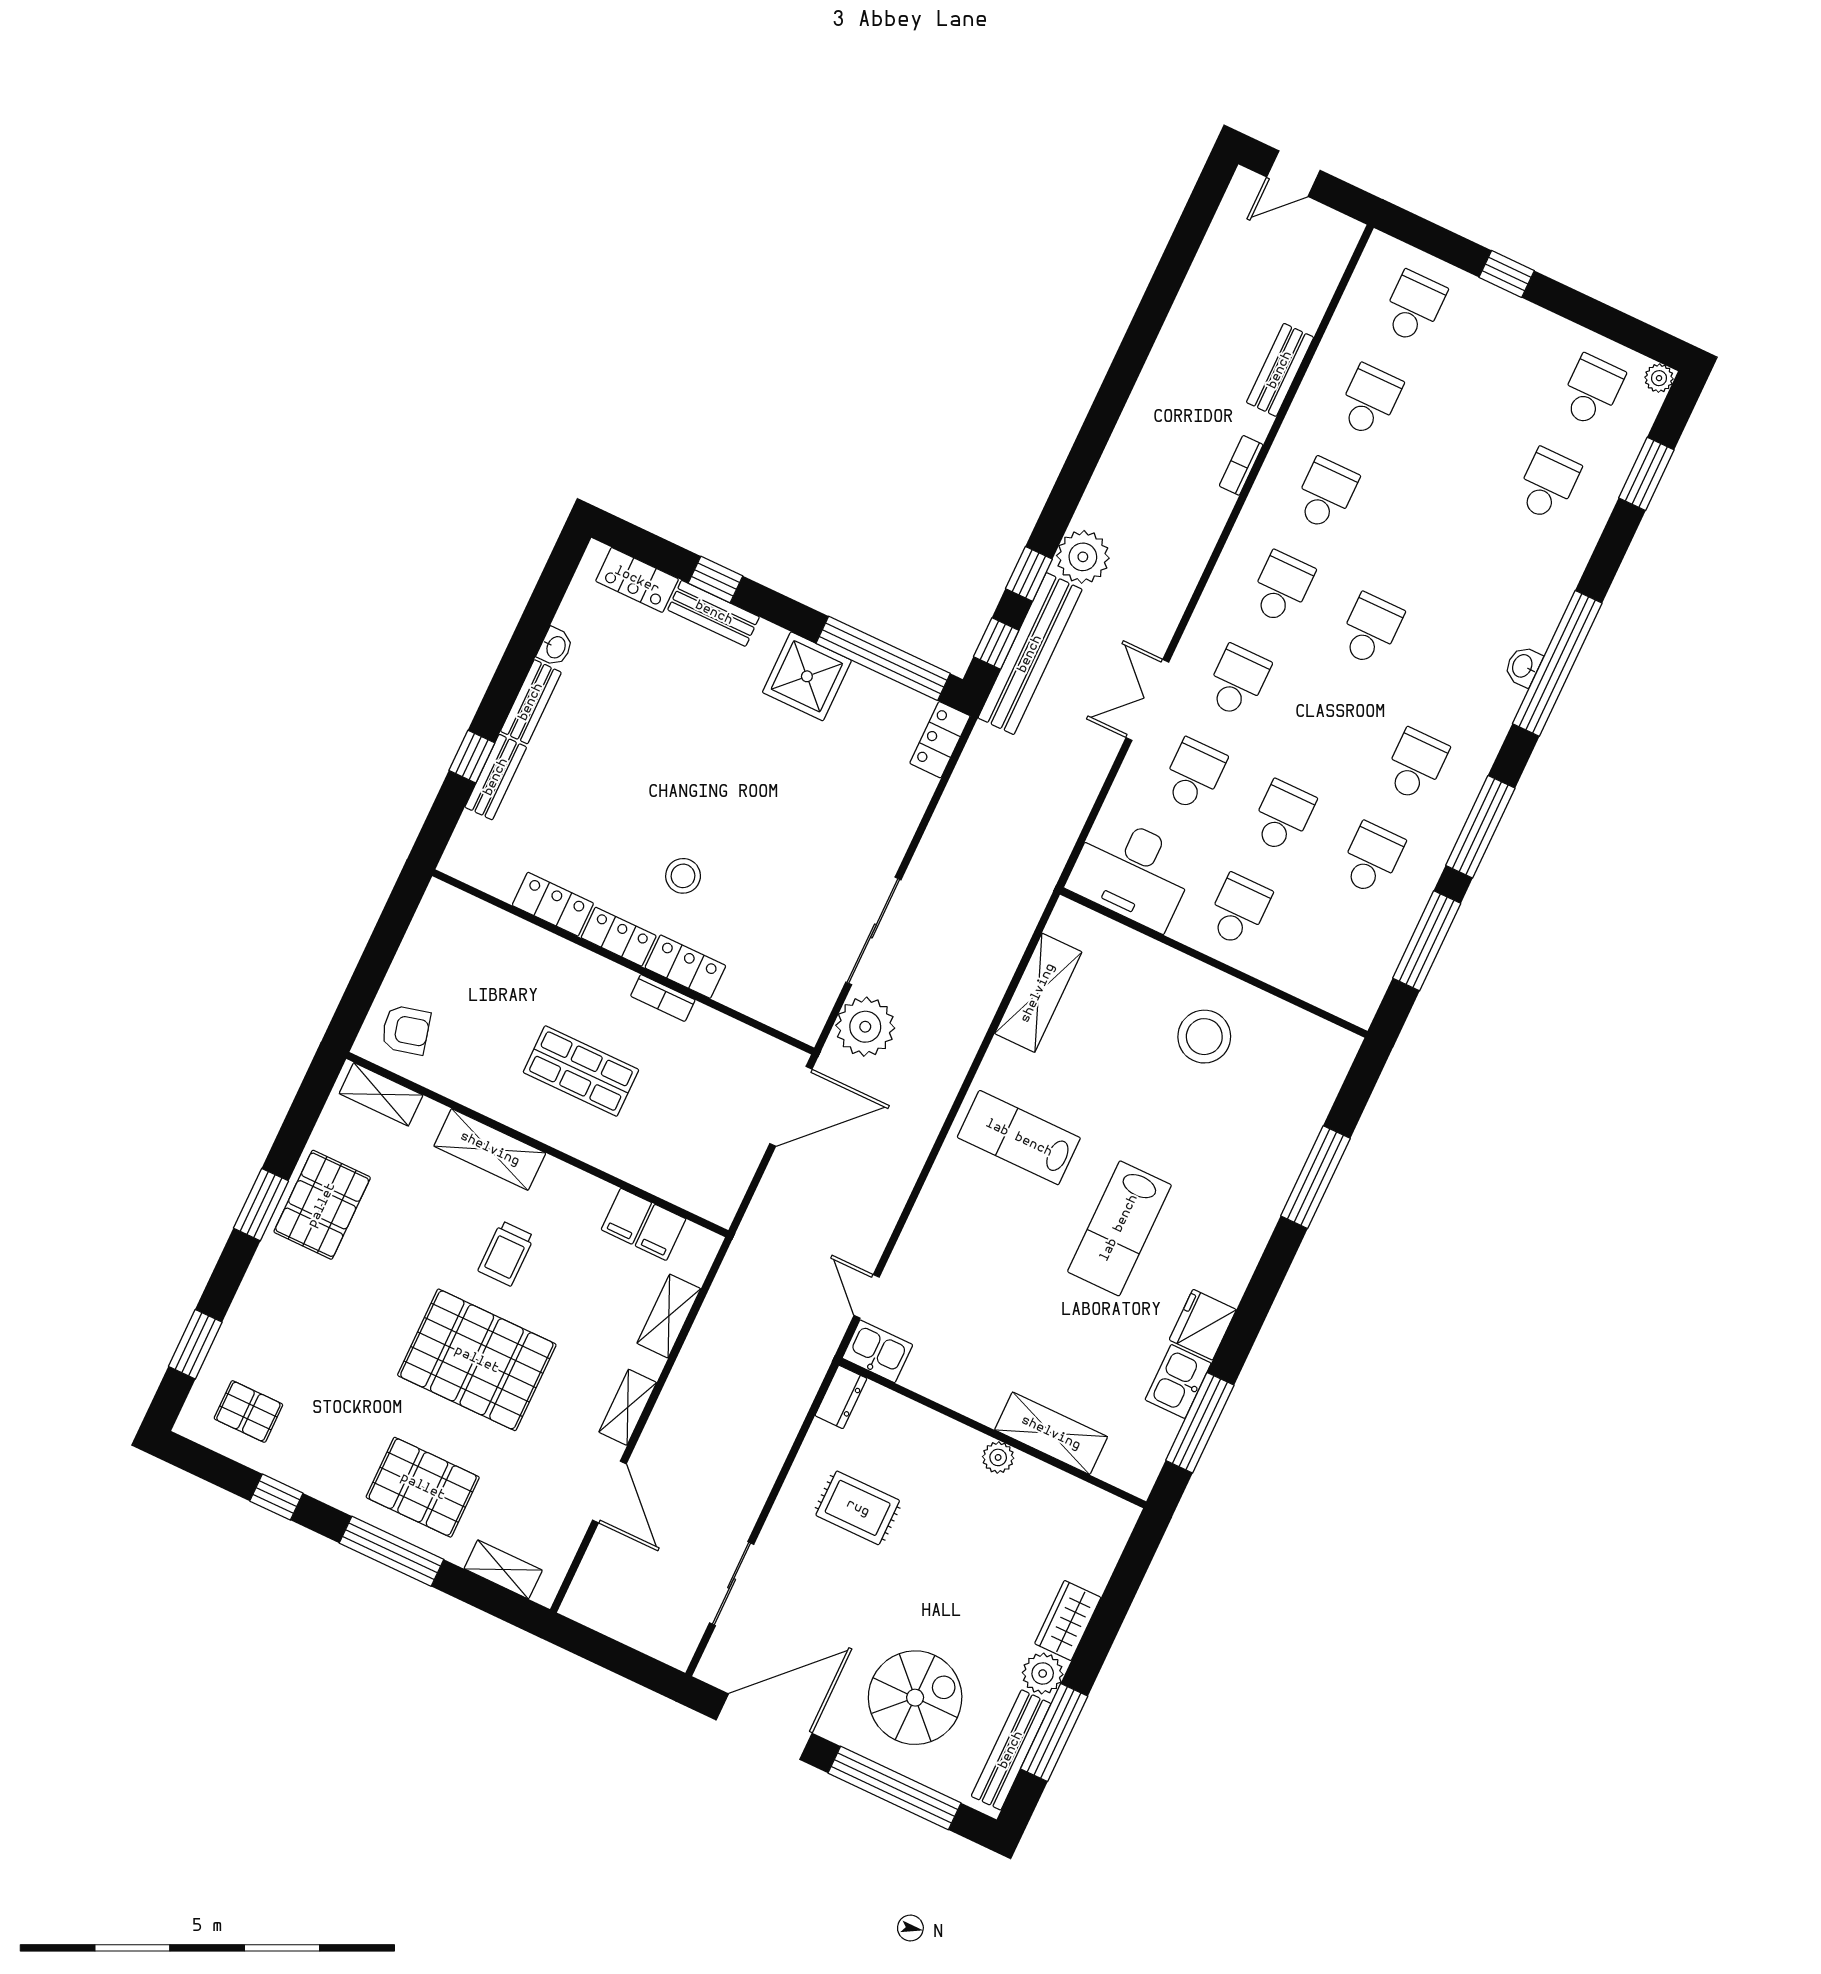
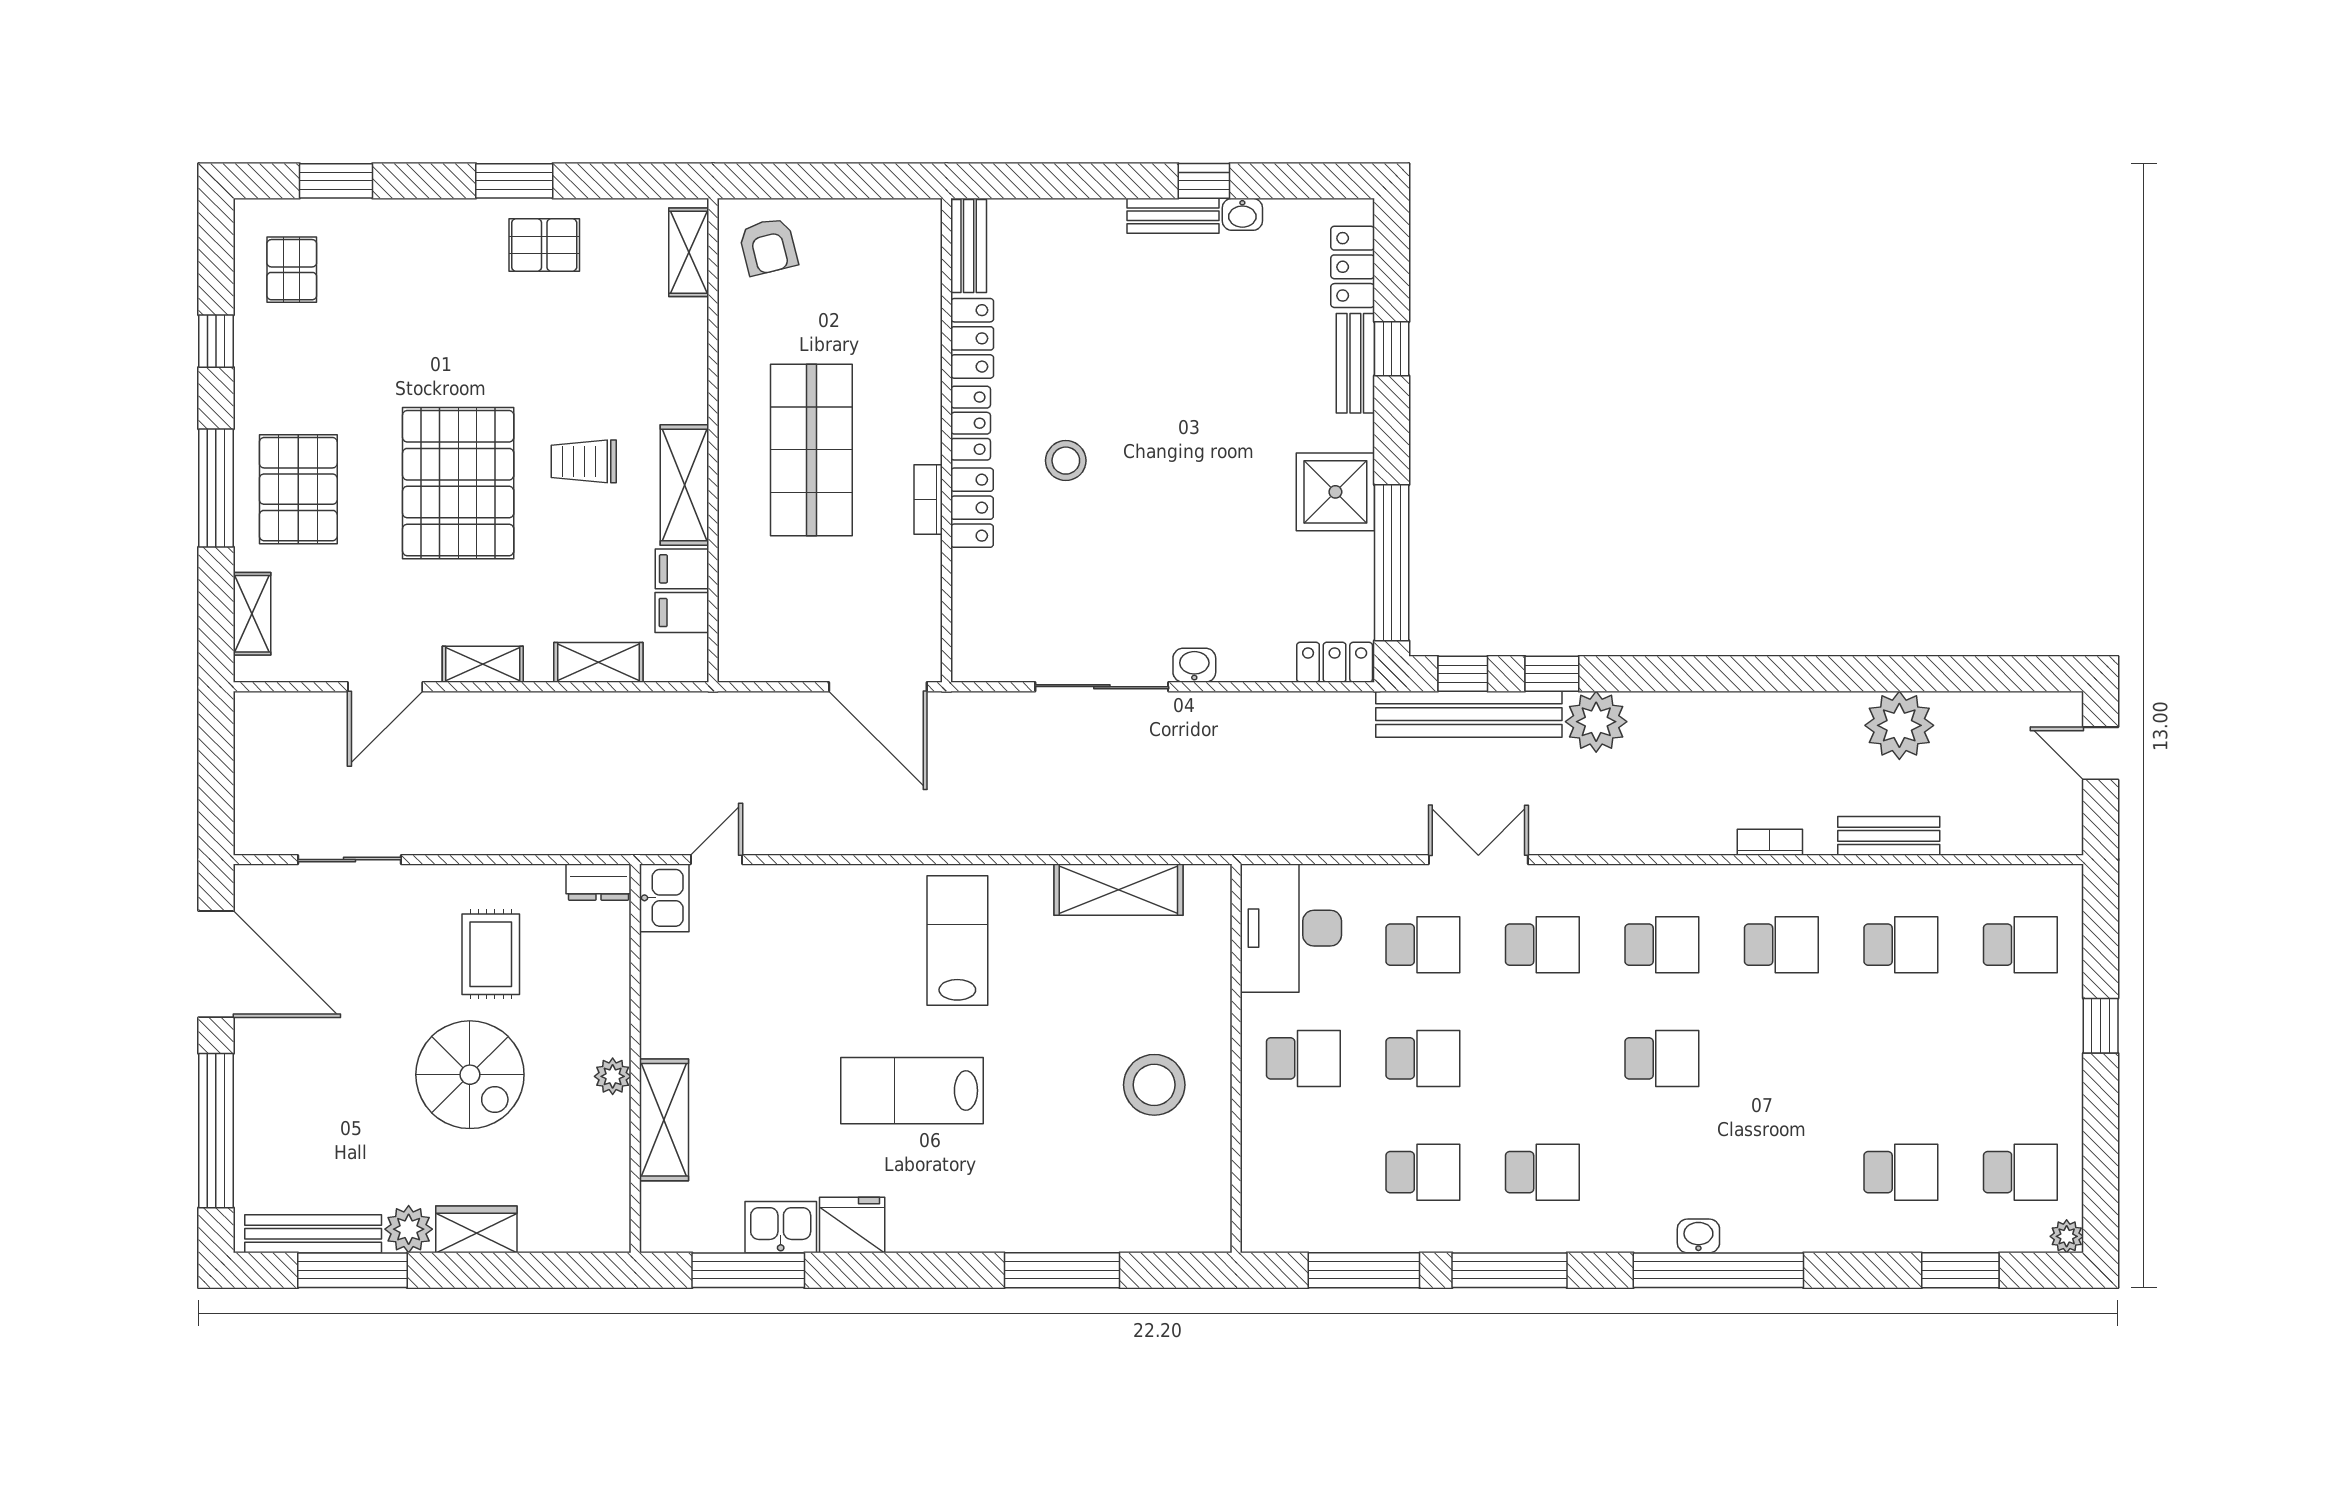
window: (472, 757) -> (1204, 181), moved
bench: (496, 777) -> (969, 246), moved, turned 90
washbasin: (891, 851) -> (1194, 665), added
plant: (865, 1027) -> (1899, 725), moved
shop shelf: (581, 1071) -> (811, 450), width x1.43, depth x1.36
shelving: (490, 1149) -> (685, 485), moved
pallet: (322, 1205) -> (544, 245), width x0.67, depth x0.71
spiral stairs: (915, 1698) -> (470, 1075), moved

